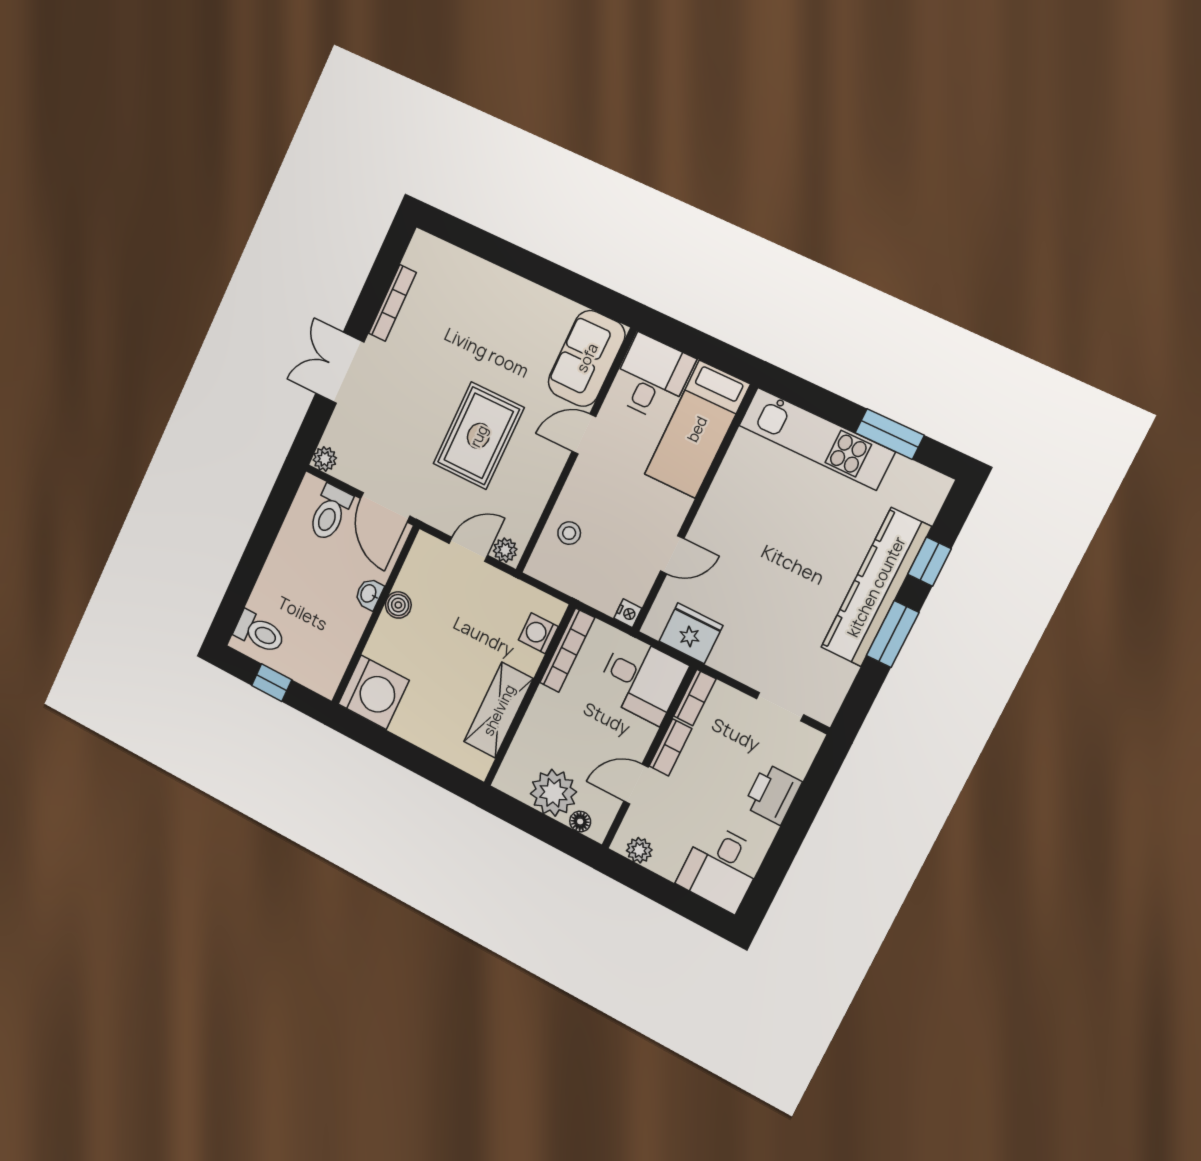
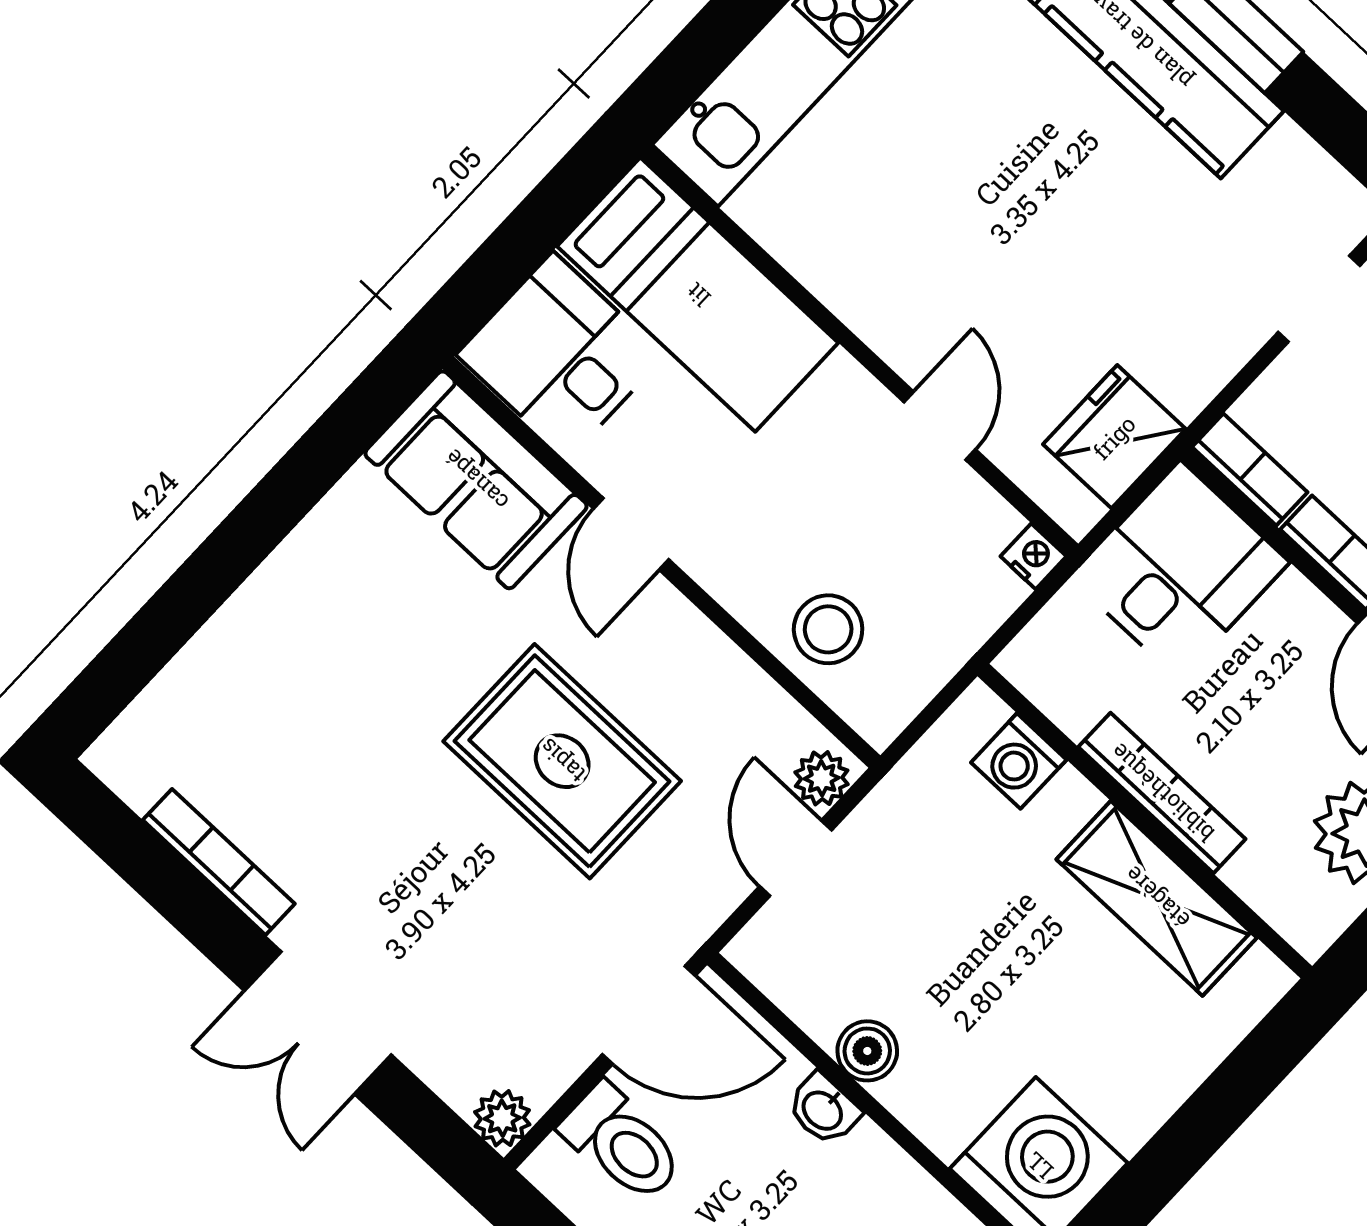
stool: (569, 533) -> (828, 629), width x1.37, depth x1.37
bookcase: (567, 650) -> (1162, 793), moved

